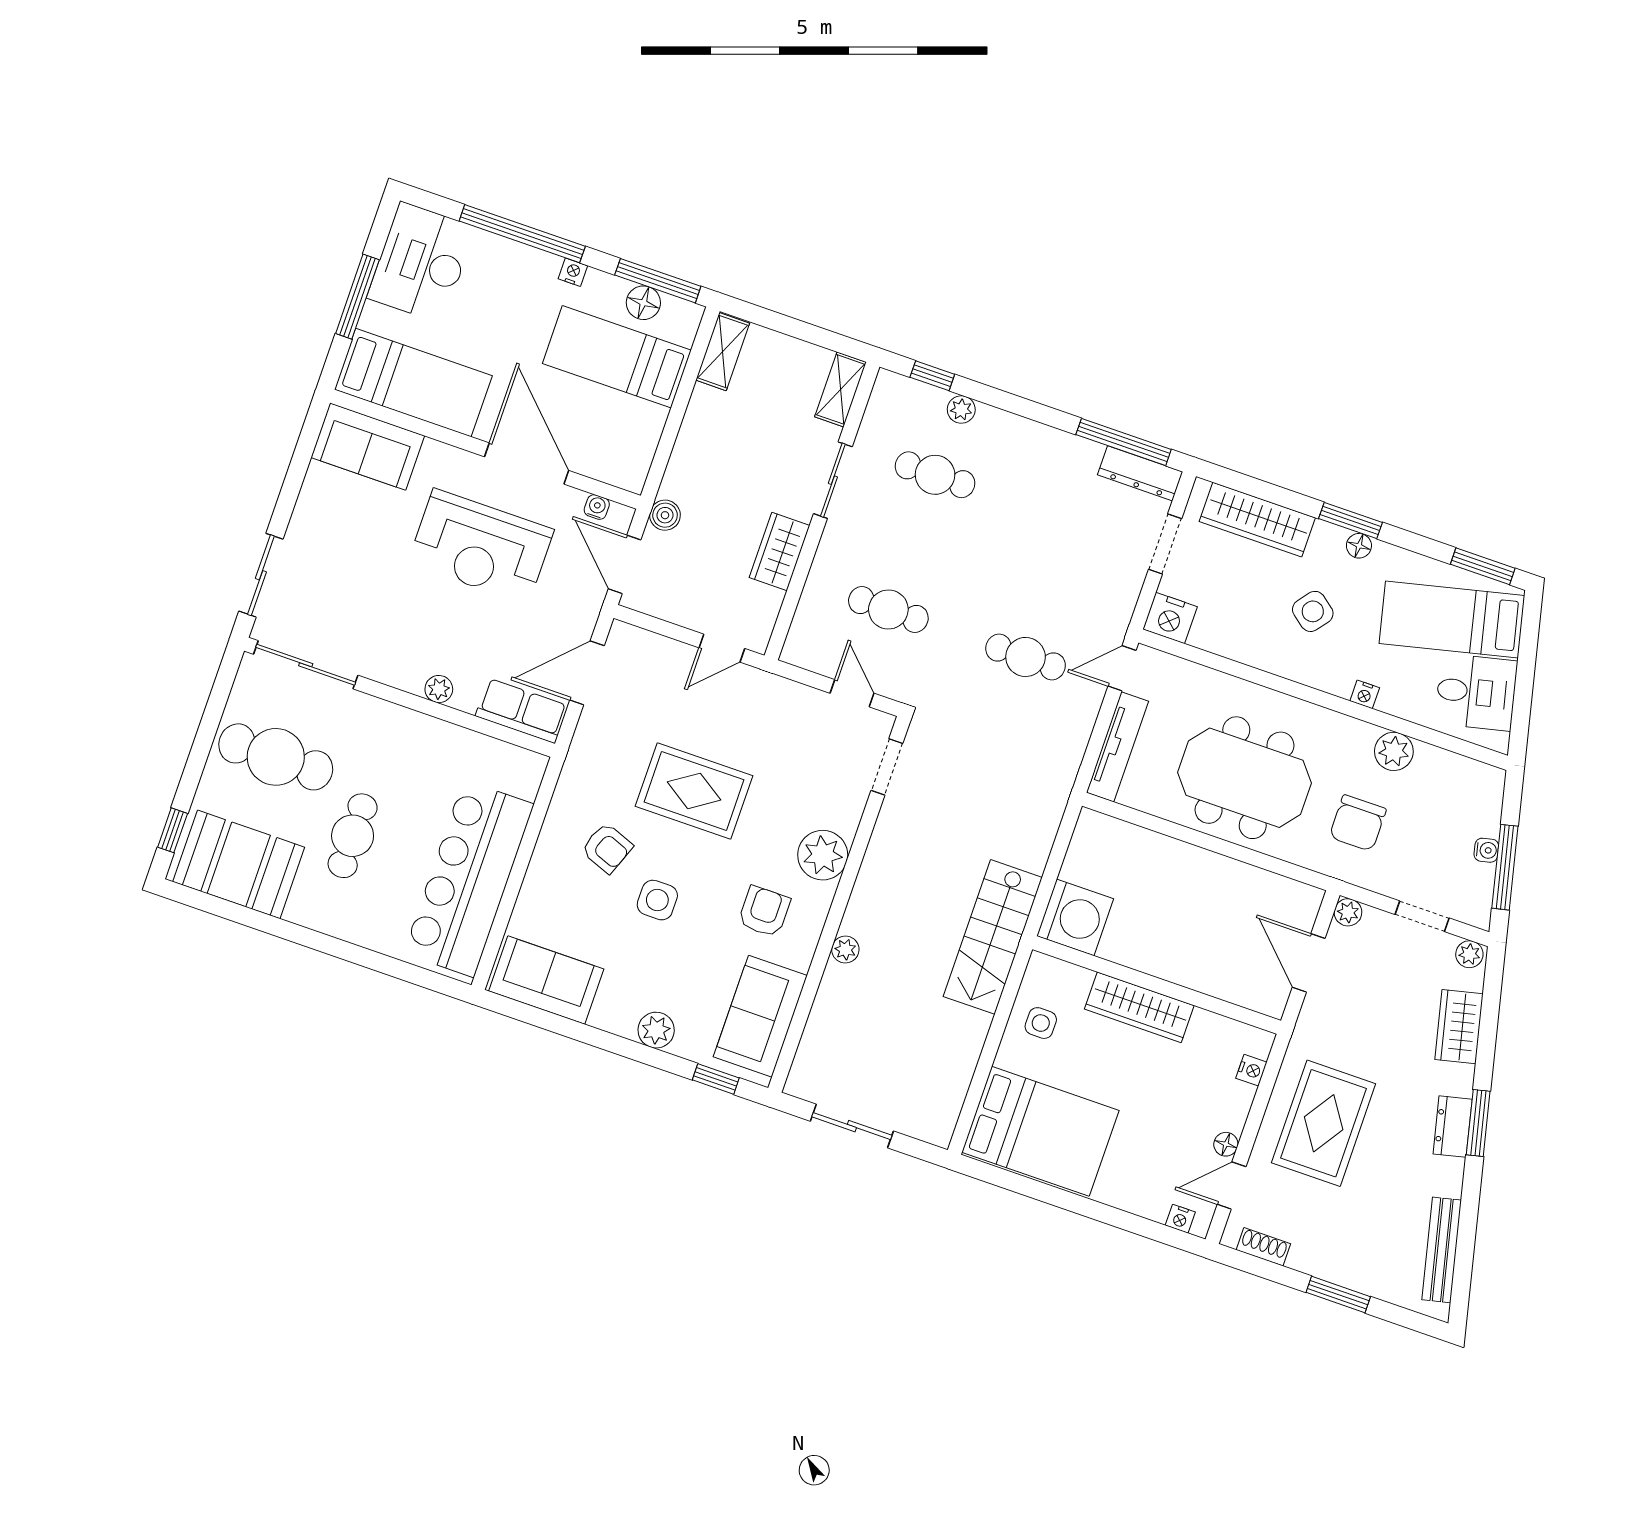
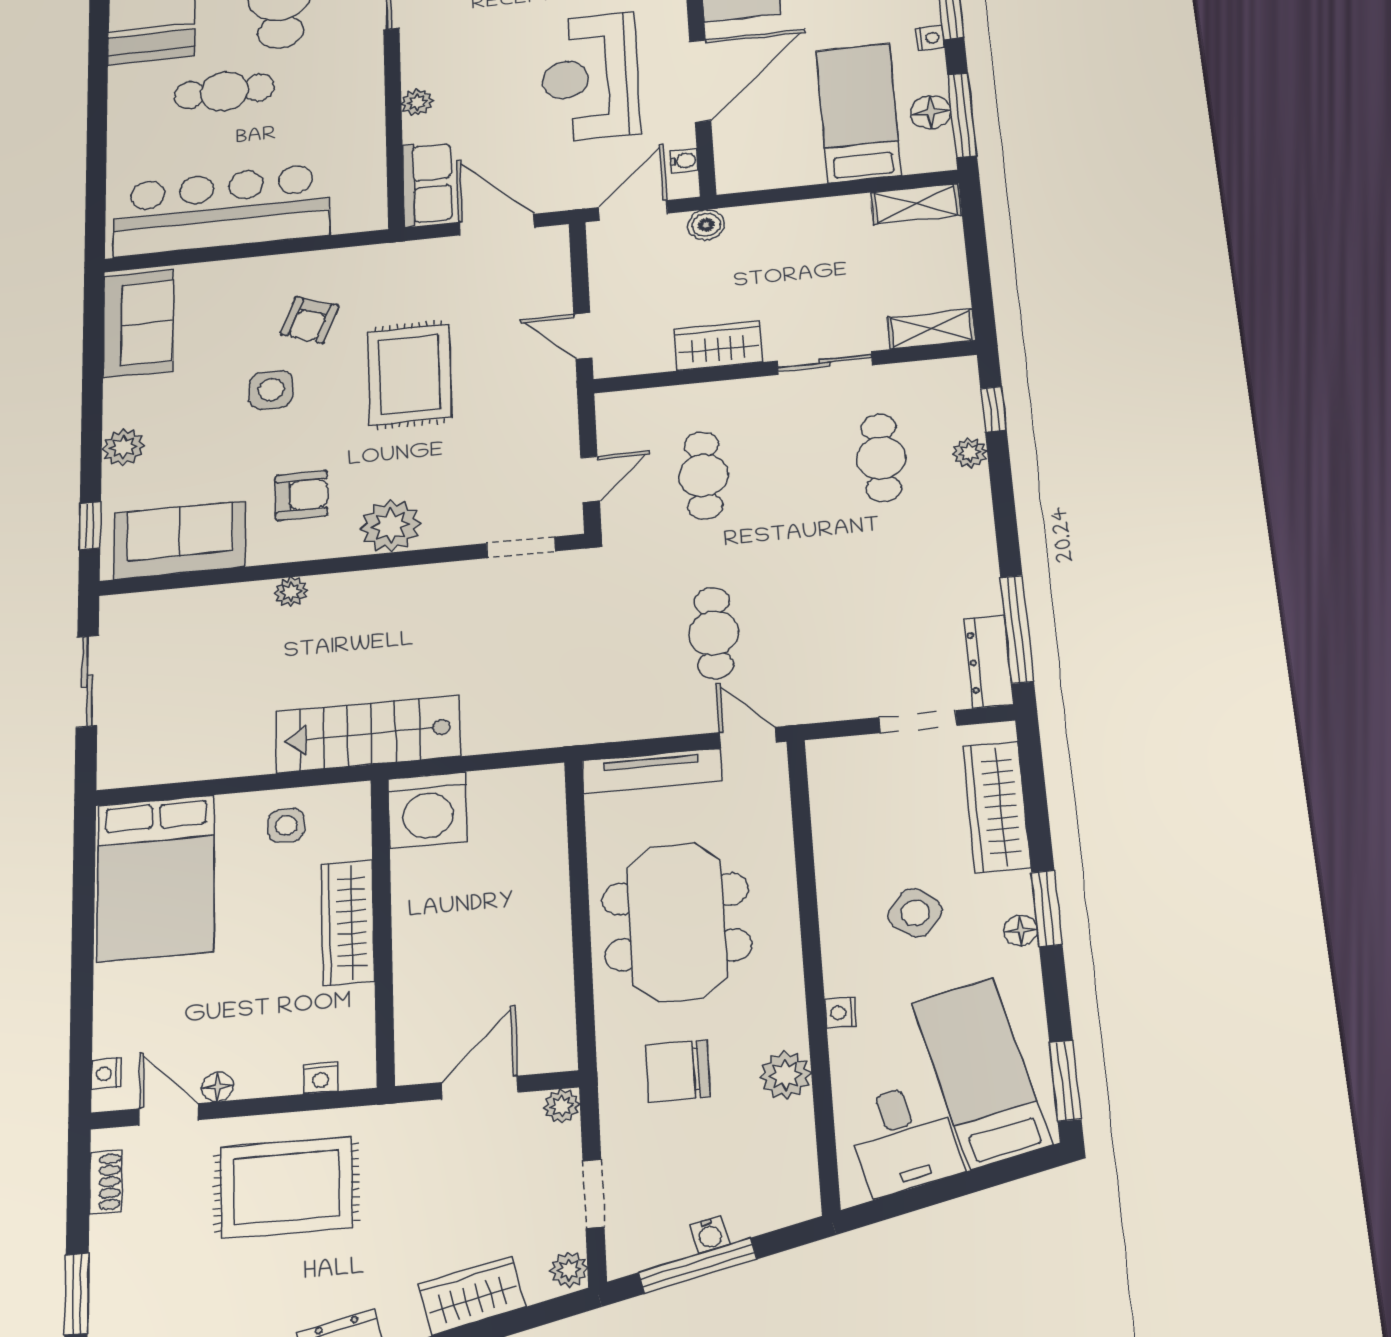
nightstand: (1170, 618) -> (832, 763), removed

